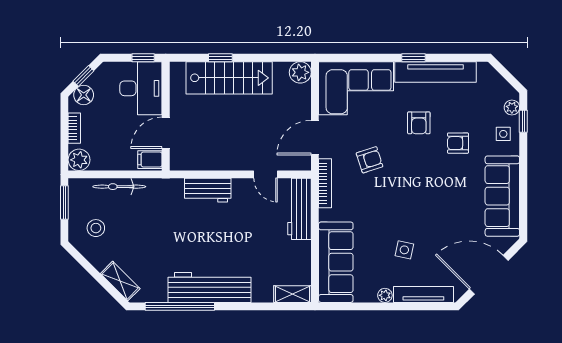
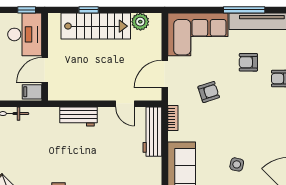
window: (414, 58) -> (244, 10), width x2.17
plant: (300, 72) -> (140, 22), moved
armchair: (419, 123) -> (248, 62), turned 90
bookcase: (325, 183) -> (173, 118), width x0.64

